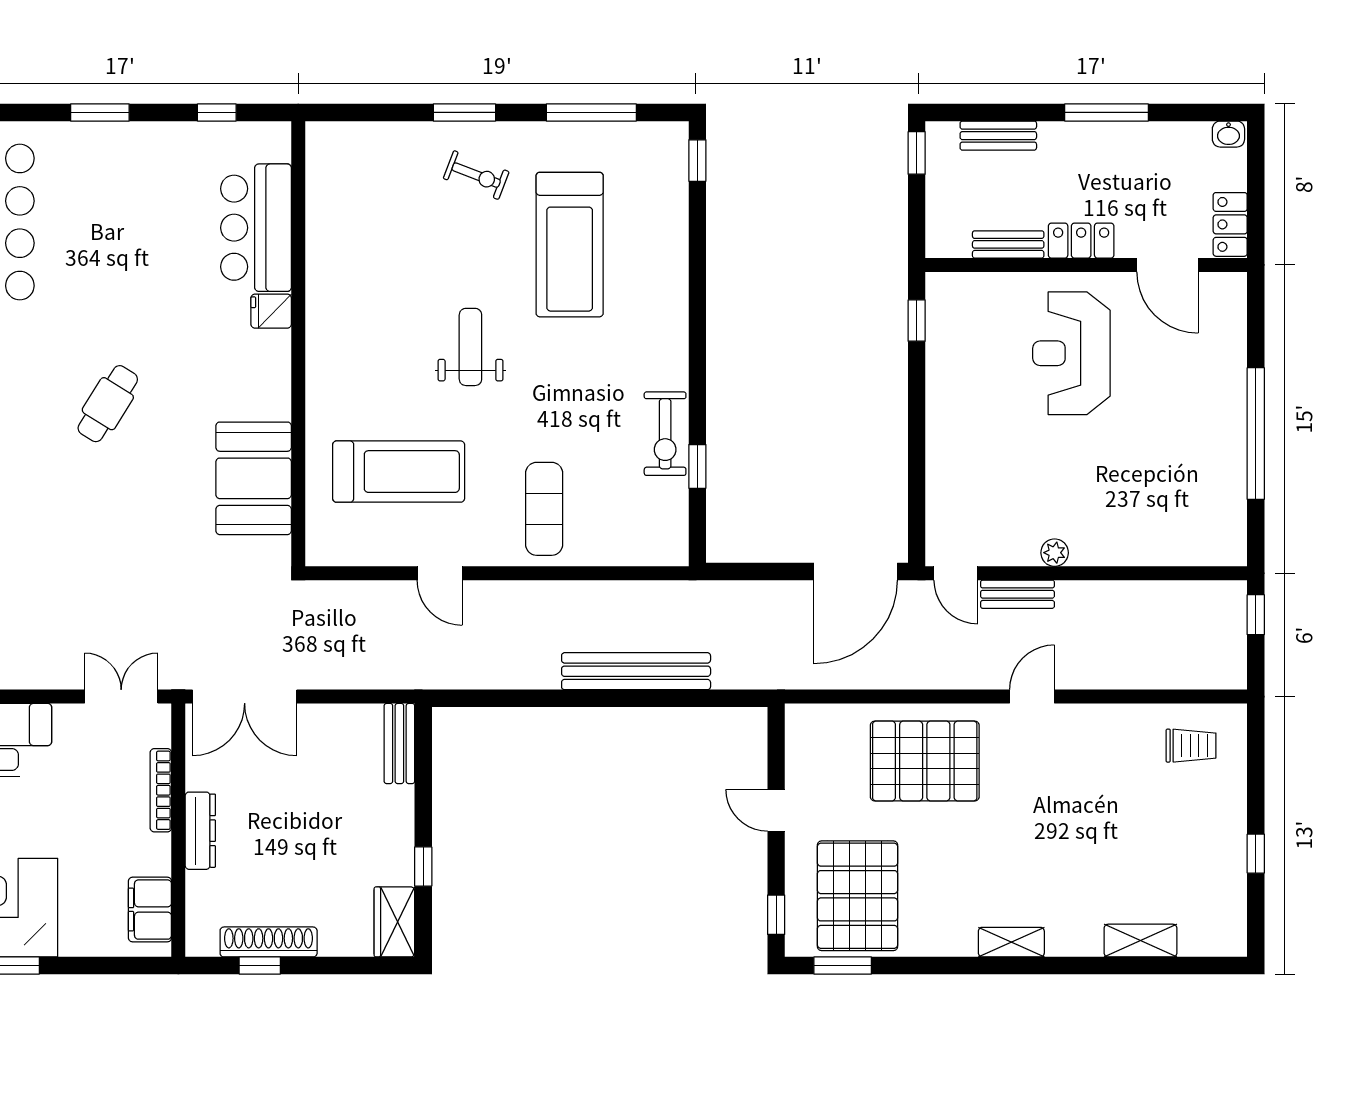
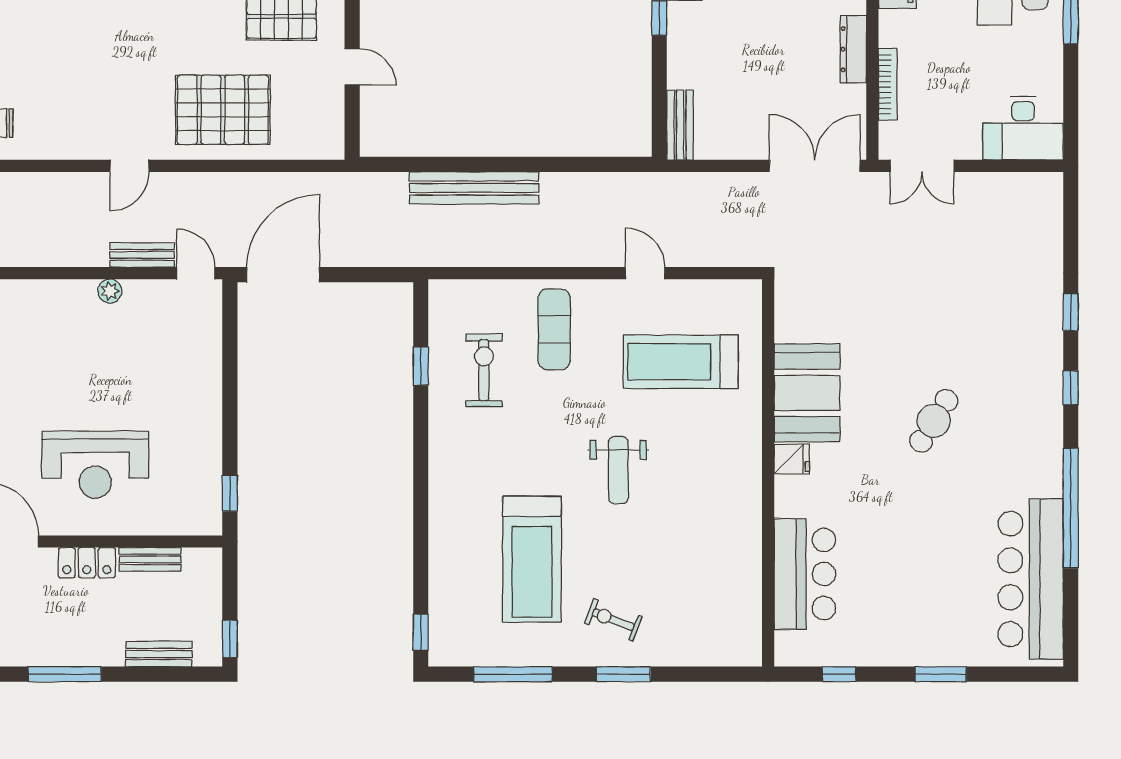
treadmill: (570, 245) -> (532, 559), turned 180
fridge: (271, 311) -> (792, 459), moved
reception desk: (1071, 353) -> (95, 465), turned 90
exercise bike: (665, 434) -> (484, 370), moved
booth: (254, 478) -> (807, 393), moved

